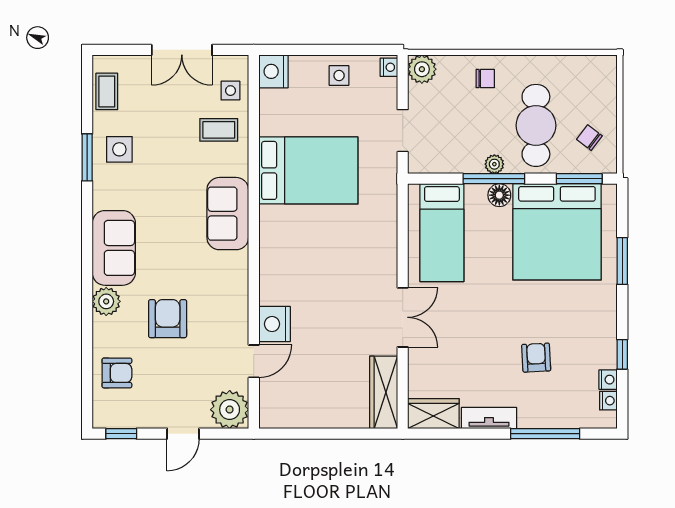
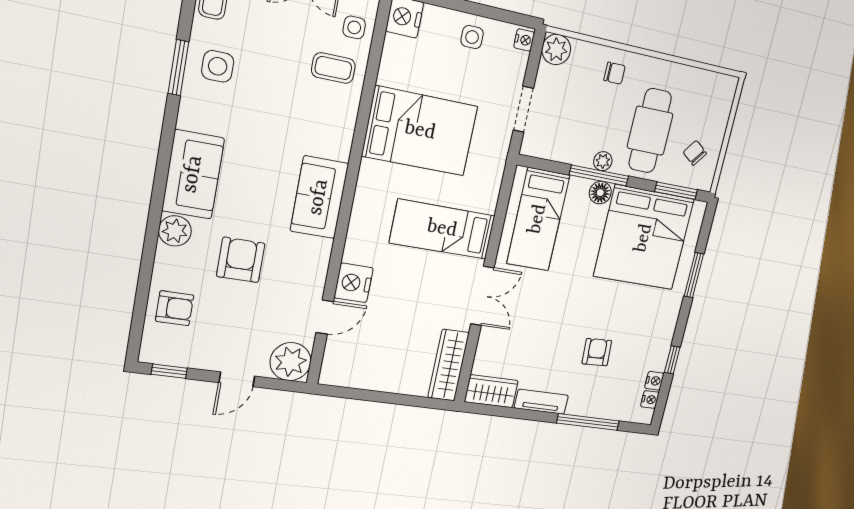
sofa: (228, 214) -> (319, 197), moved
bed: (349, 259) -> (442, 229), added

